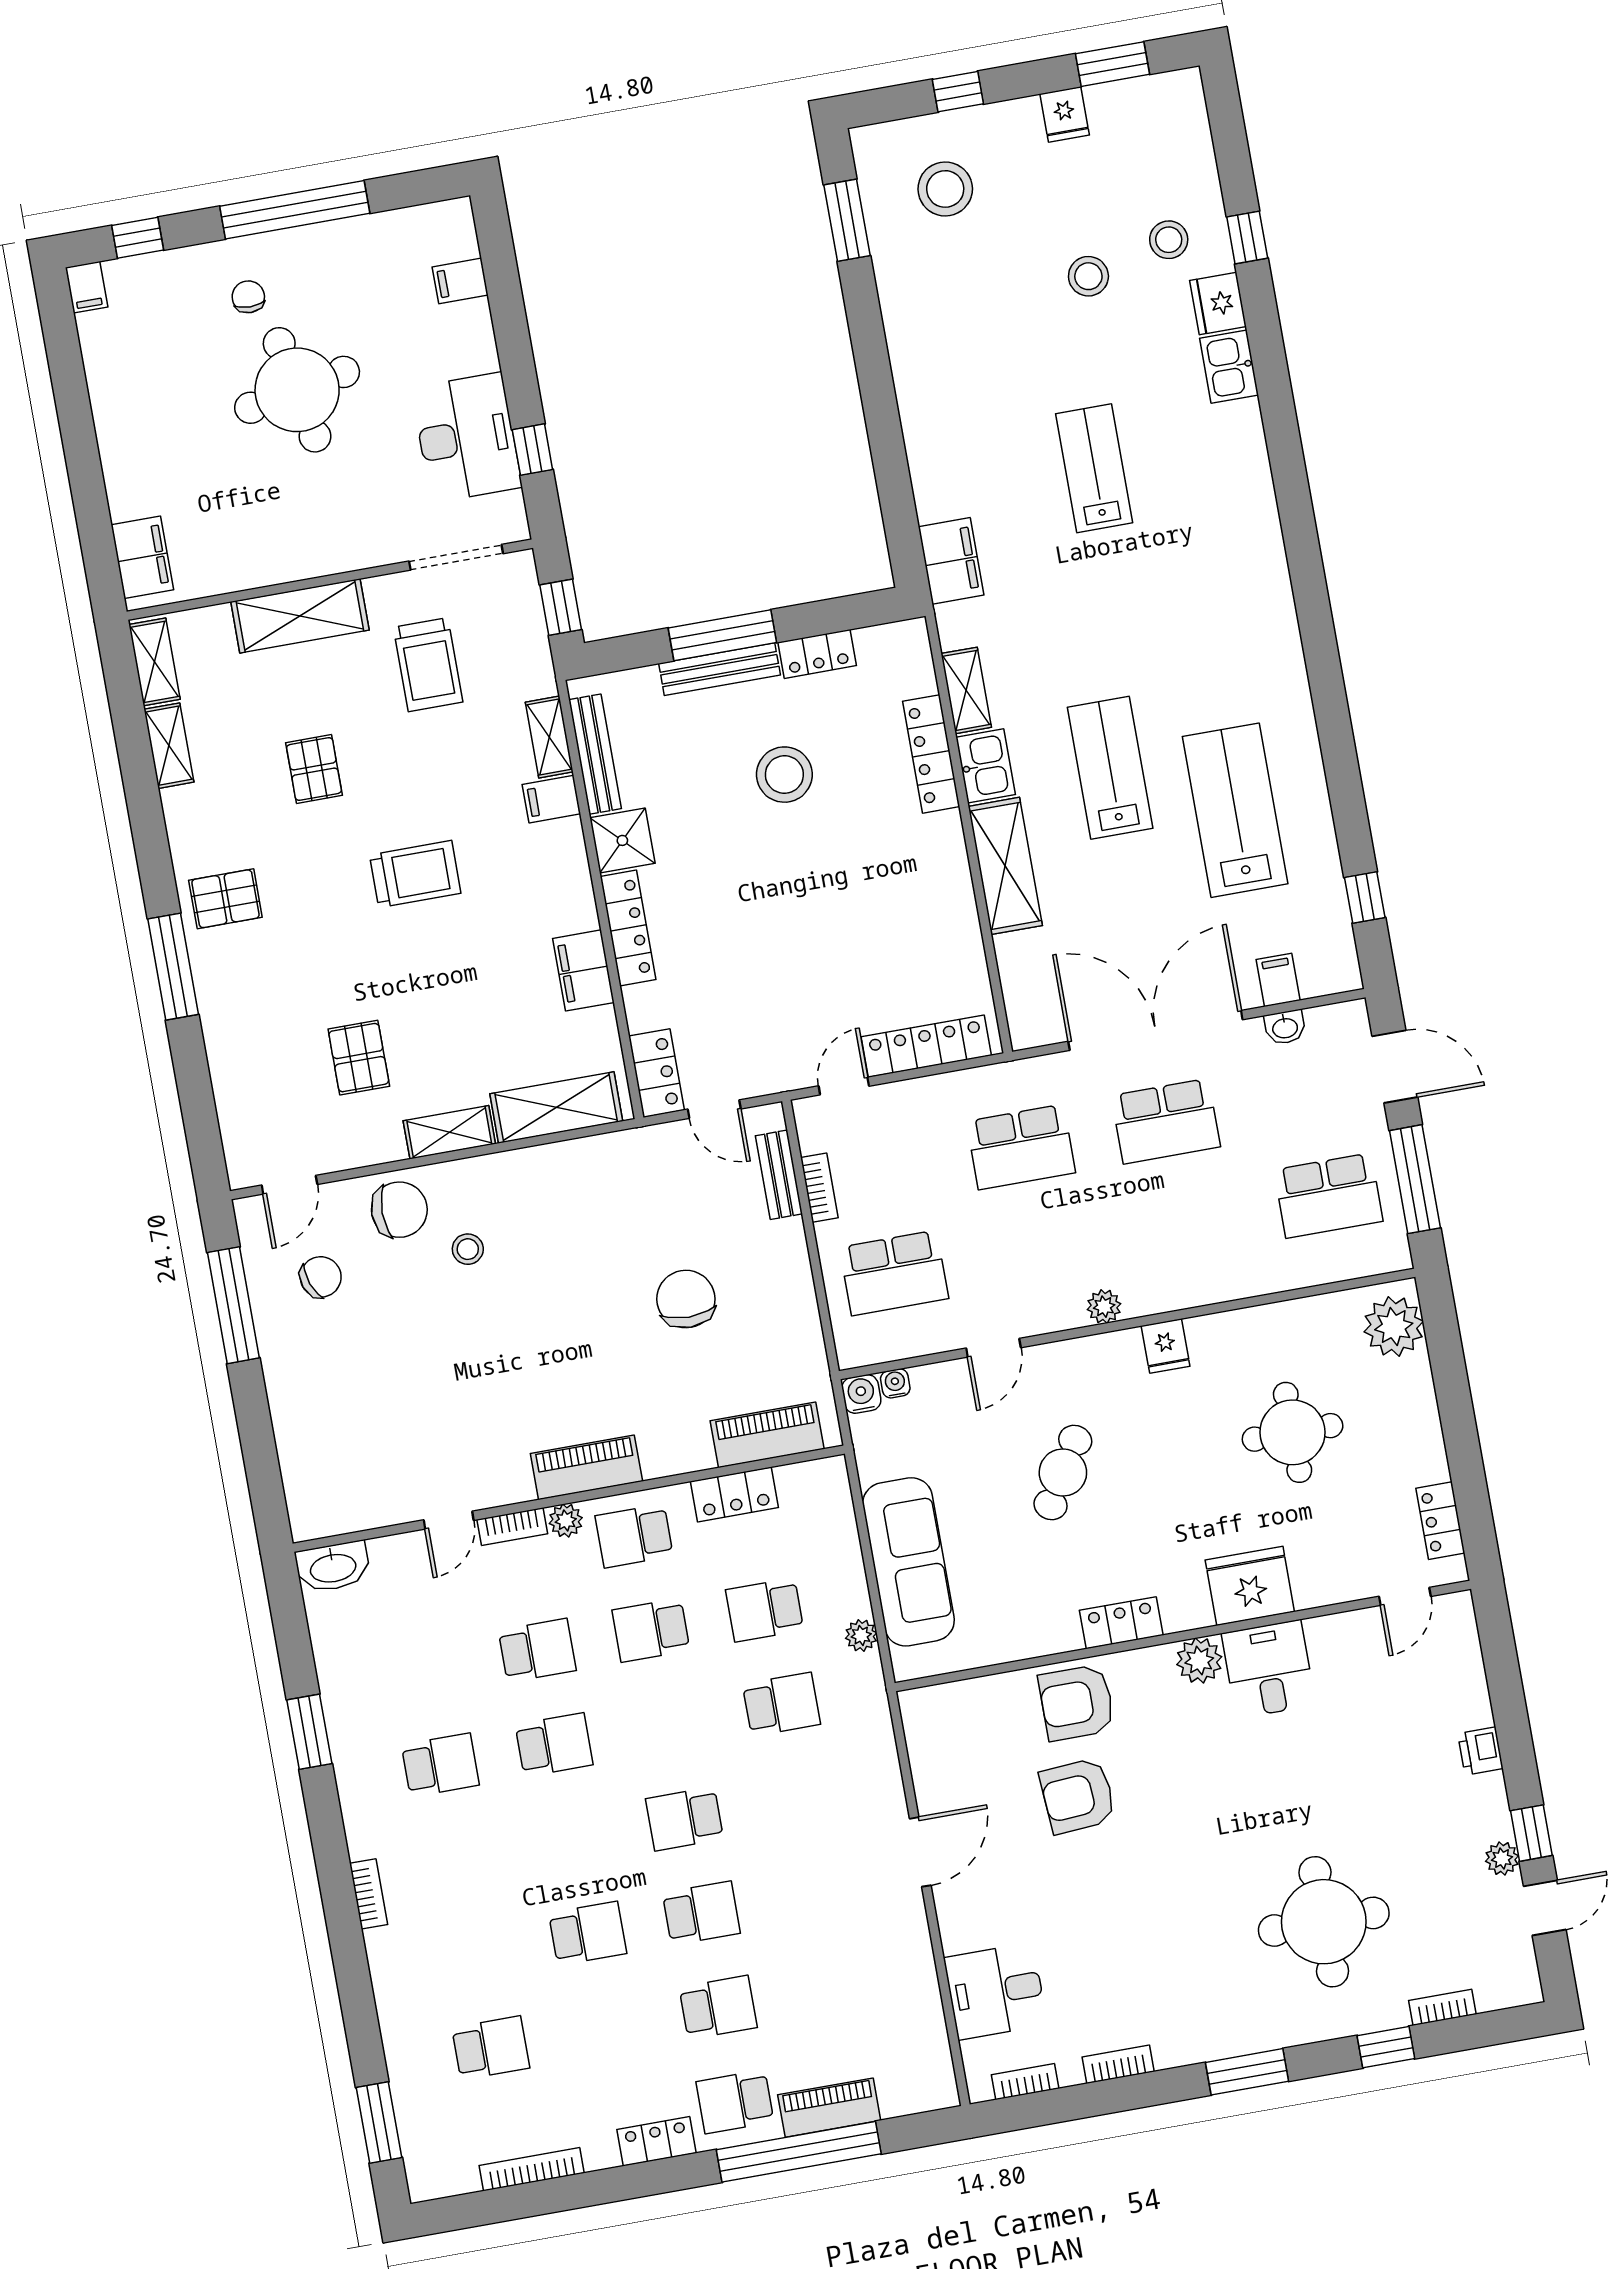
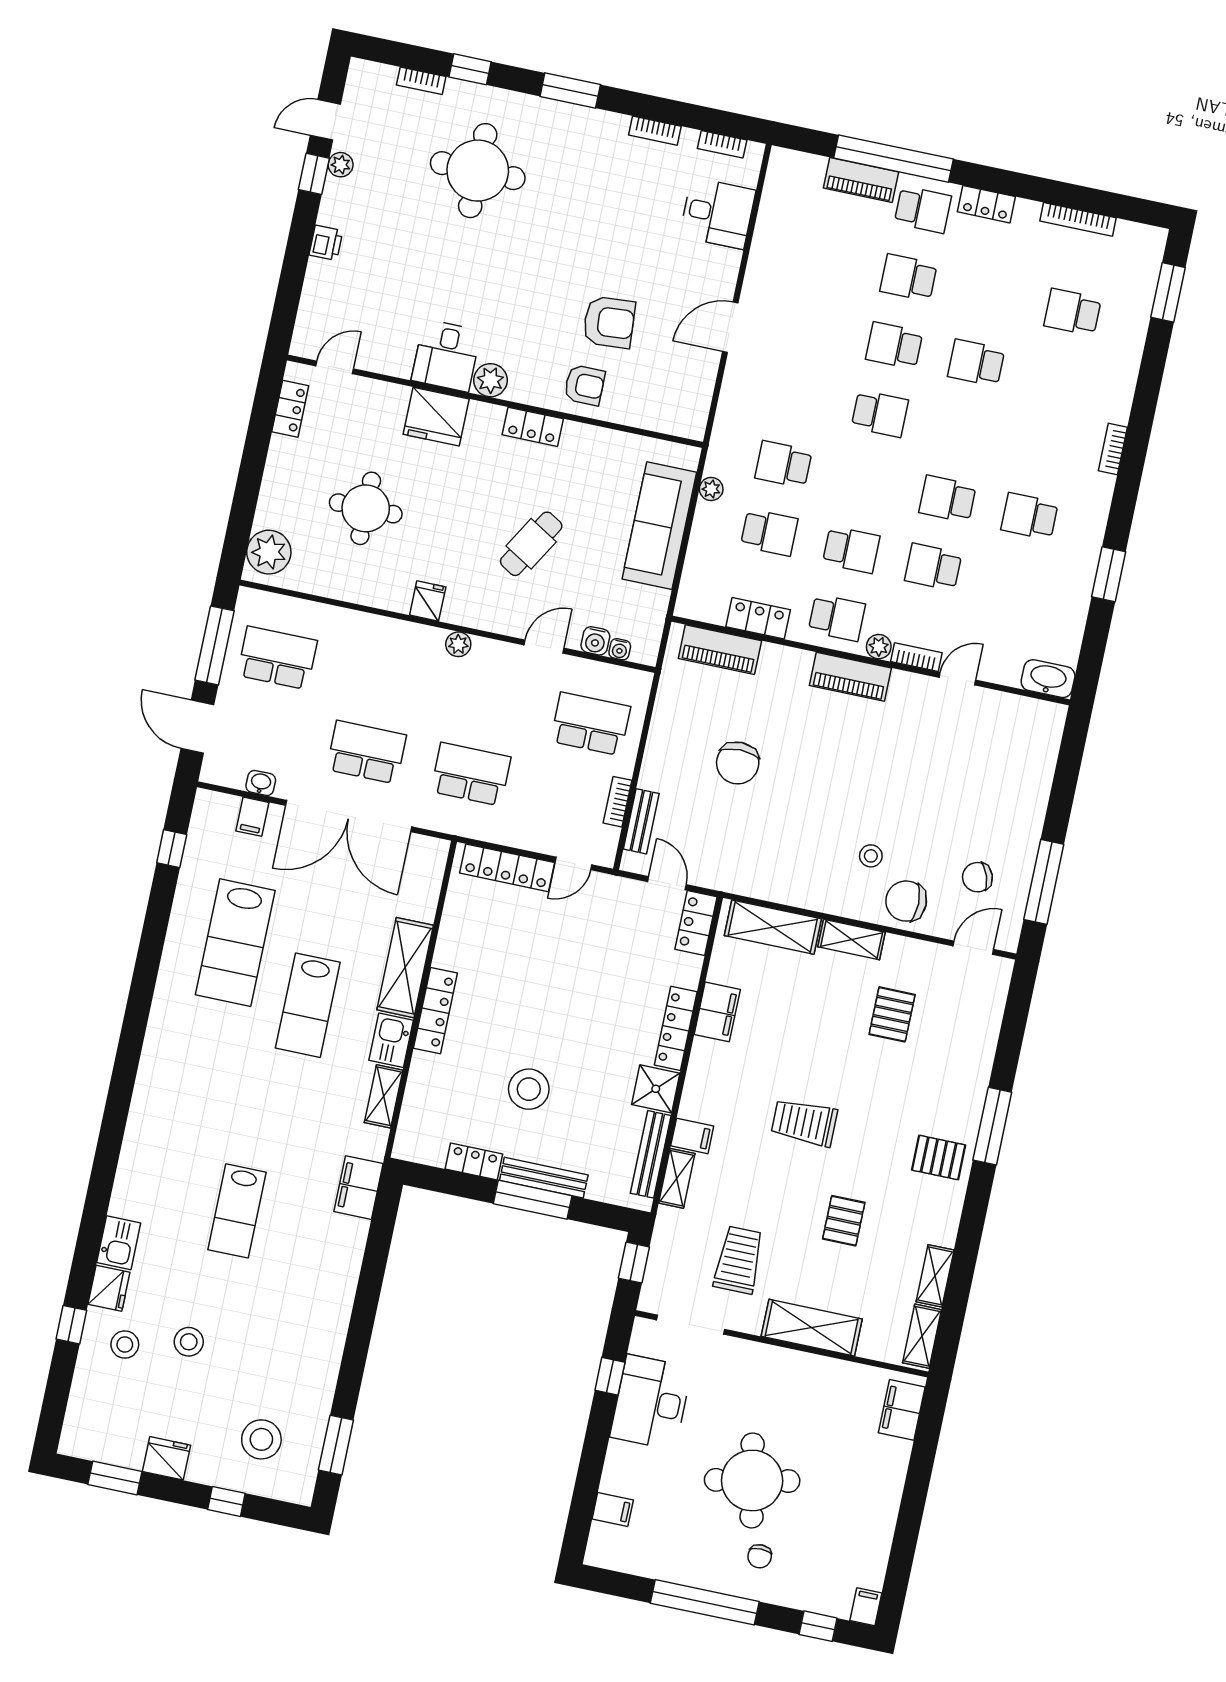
fridge: (1065, 114) -> (166, 1458), width x1.38
locker: (931, 754) -> (435, 1011), moved
water cooler: (861, 1394) -> (595, 641), moved
armchair: (1077, 1703) -> (584, 385), width x0.72, depth x0.72

